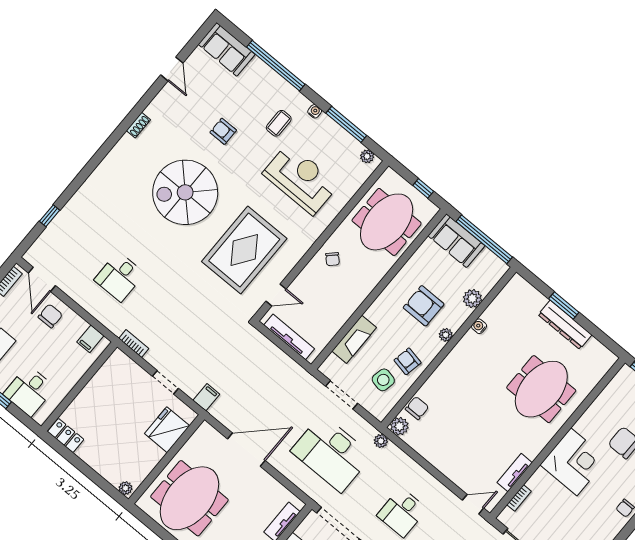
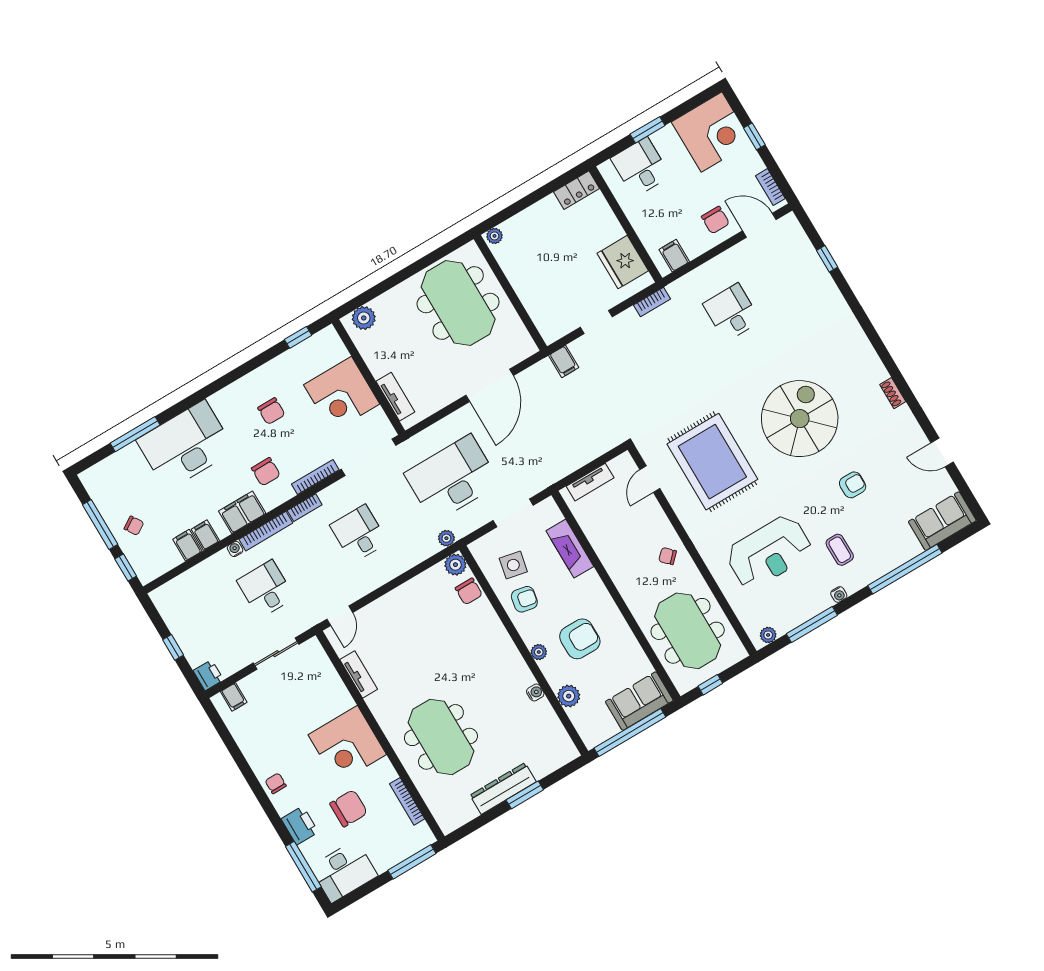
tv unit: (289, 337) -> (590, 482), width x0.71
fridge: (167, 430) -> (623, 262), moved, turned 180
bookcase: (519, 498) -> (407, 801), moved, width x1.56

